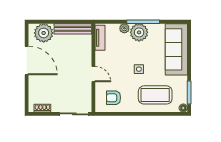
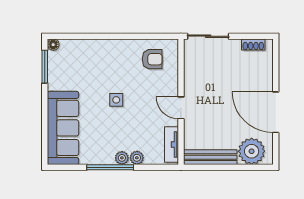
plant: (139, 32) -> (122, 158), width x0.53, depth x0.53
door: (93, 74) -> (181, 108), moved
coffee table: (155, 95) -> (93, 63), removed

